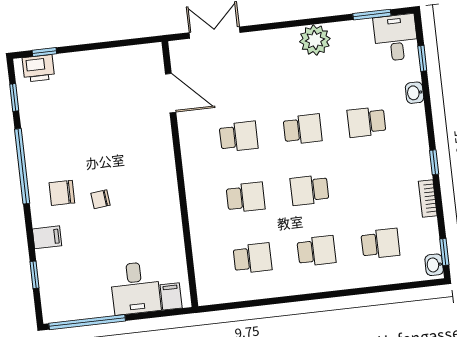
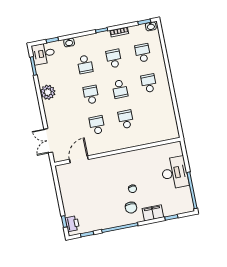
filing cabinet: (47, 237) -> (153, 213), width x2.00
school desk: (252, 258) -> (114, 59), moved
desk: (135, 288) -> (175, 173), width x1.37
filing cabinet: (171, 296) -> (176, 151), removed

